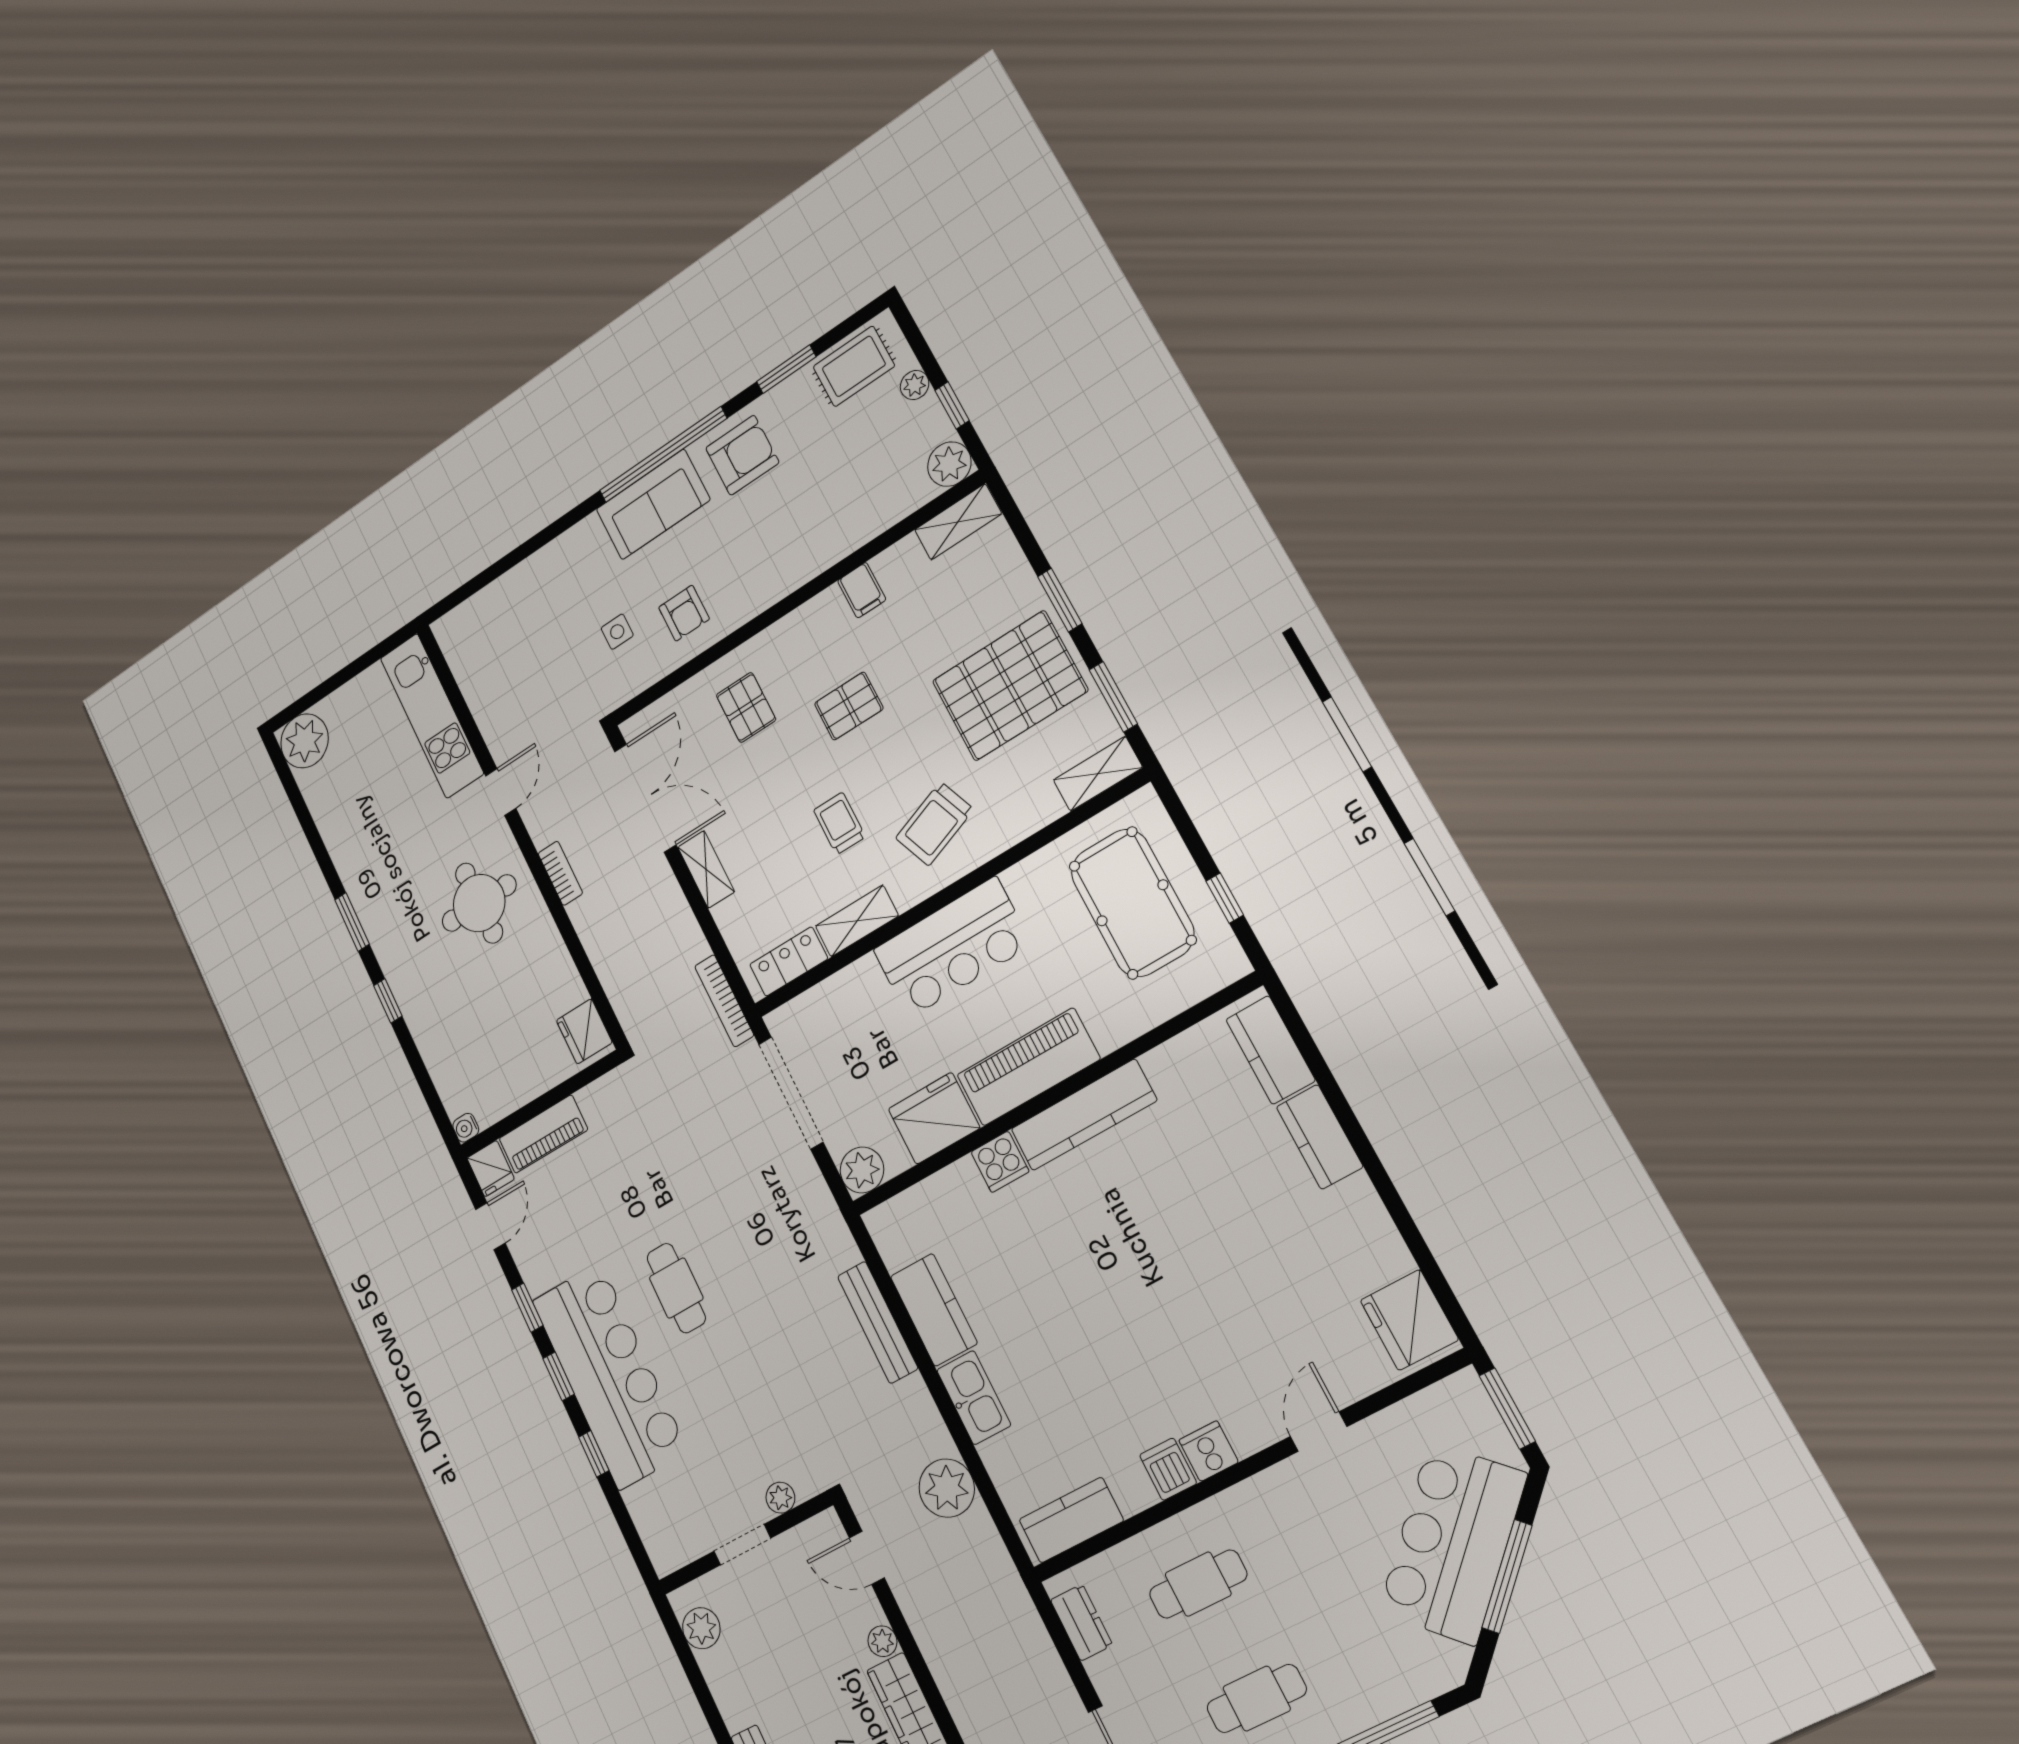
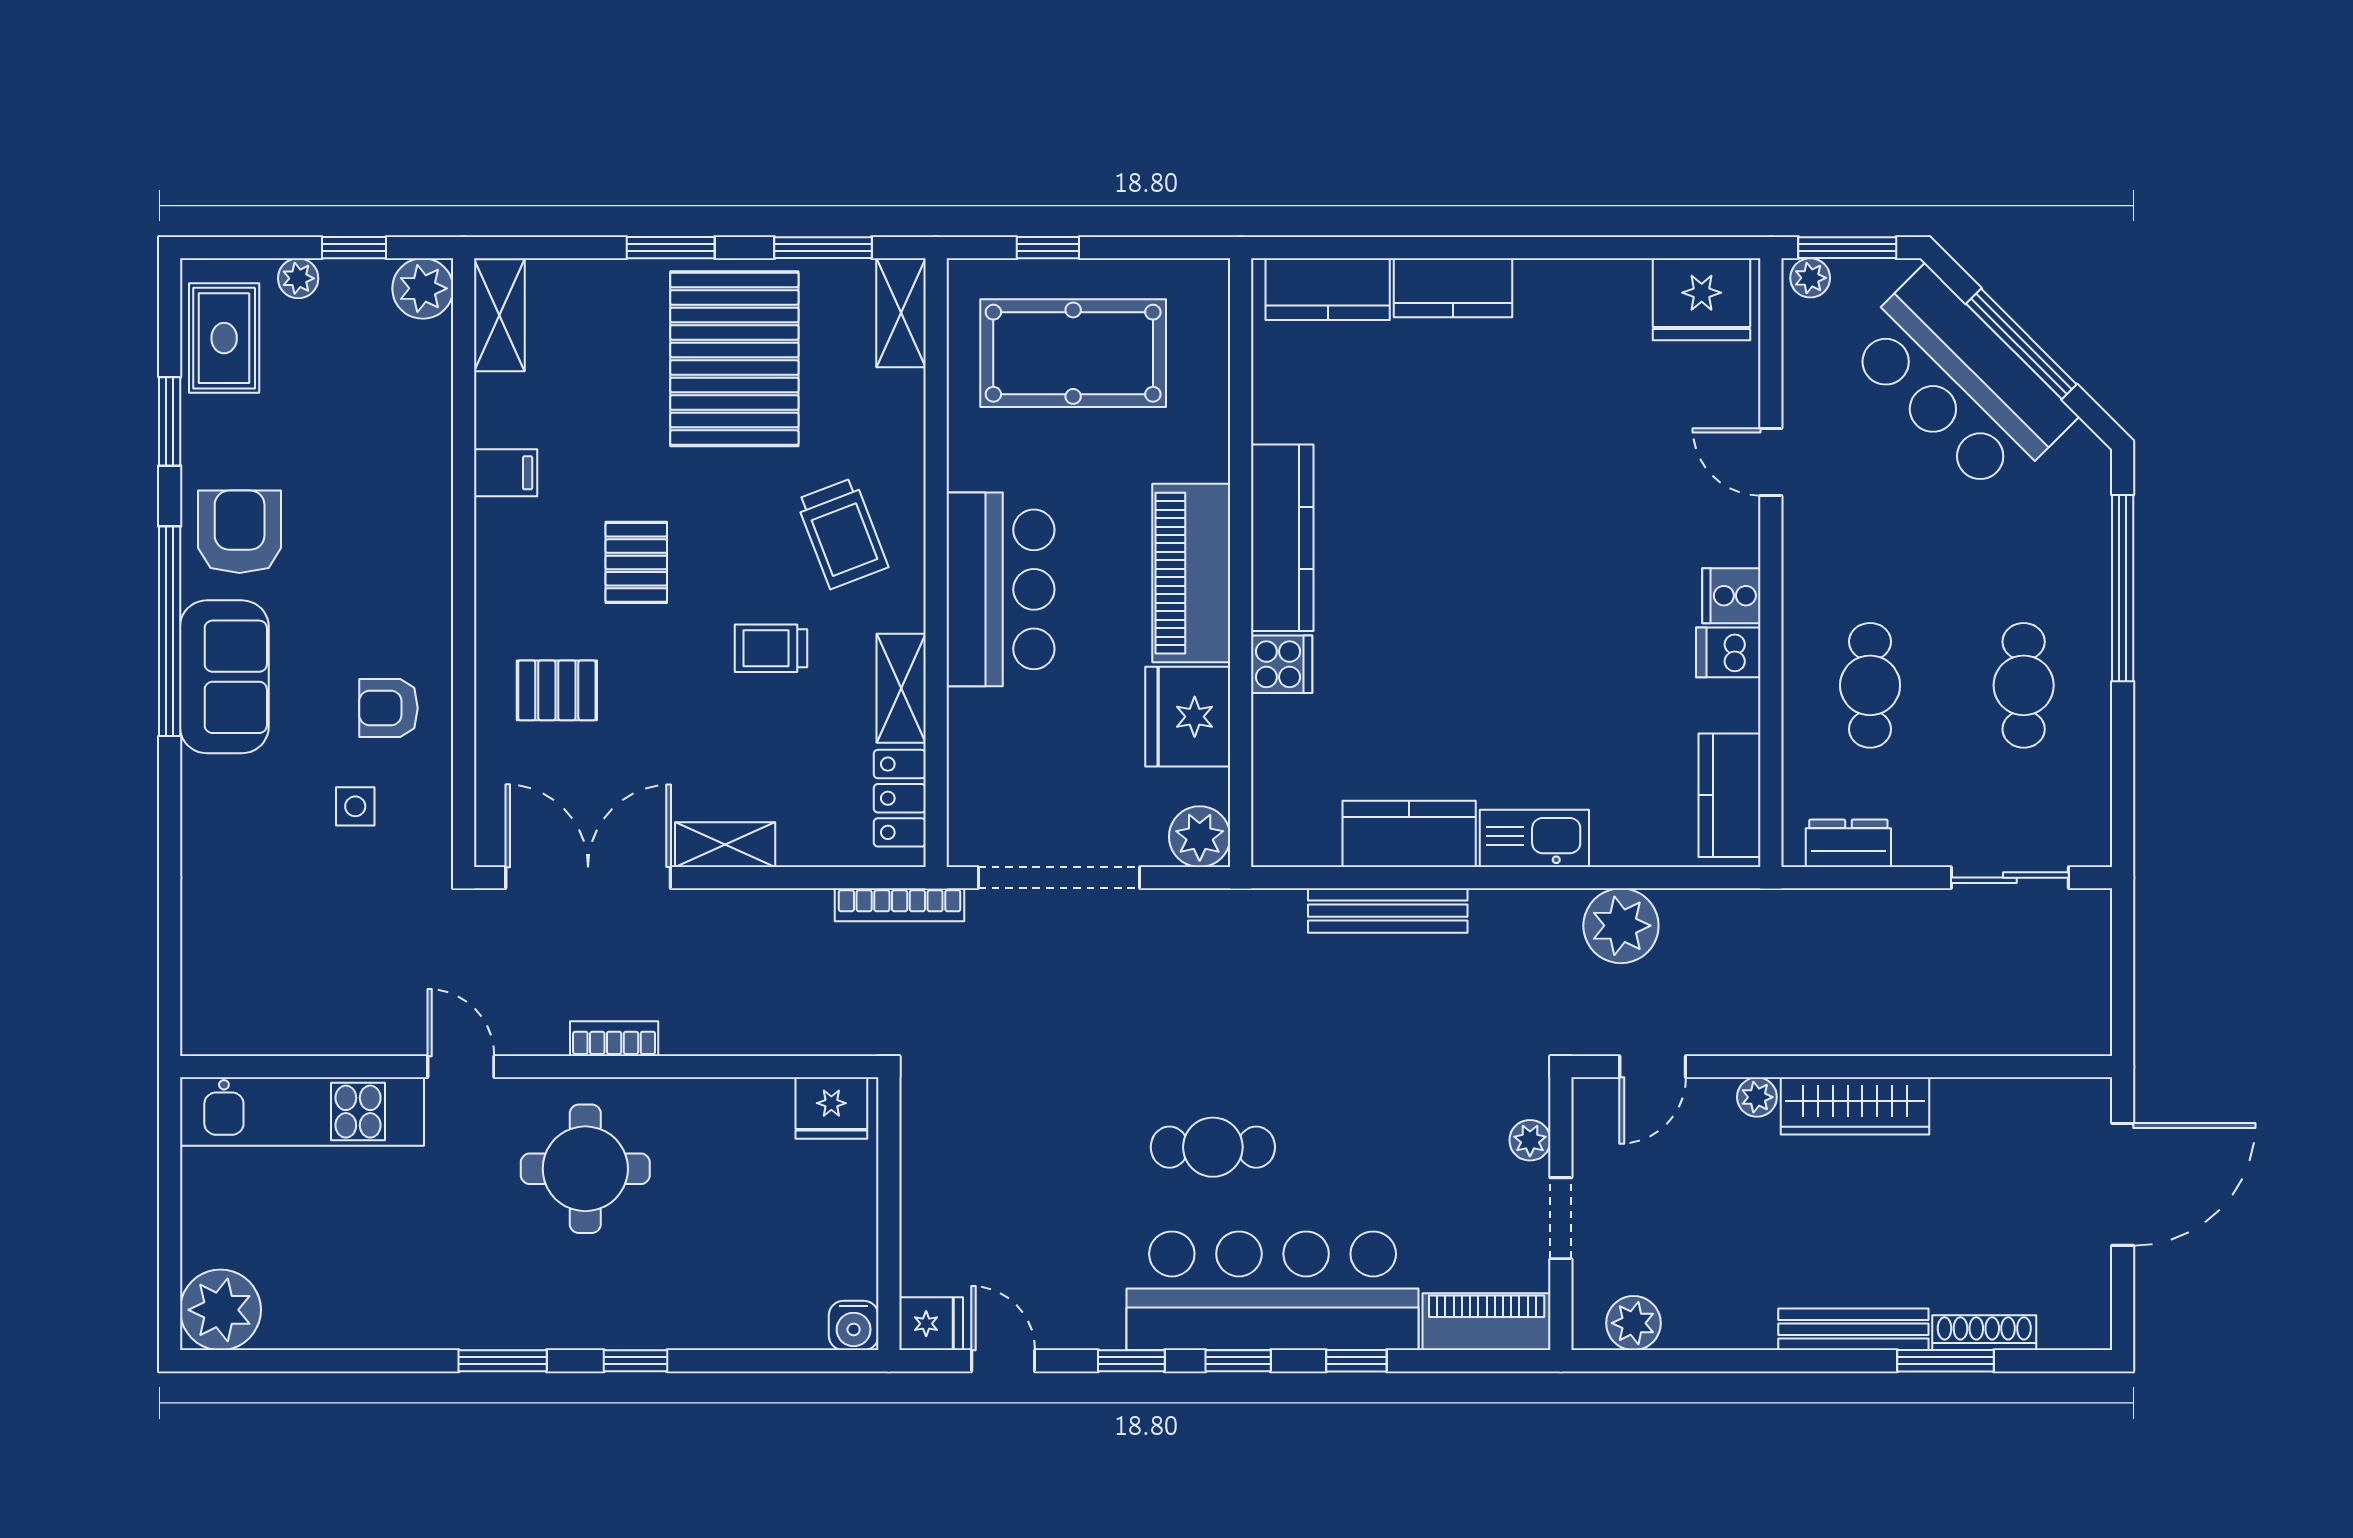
armchair: (684, 613) -> (388, 708), turned 180
window: (1225, 898) -> (1048, 248), moved
water cooler: (466, 1128) -> (854, 1325), width x1.38, depth x1.38
piano: (543, 1134) -> (1487, 1322), moved, turned -90
plant: (1469, 1392) -> (1810, 278), added

